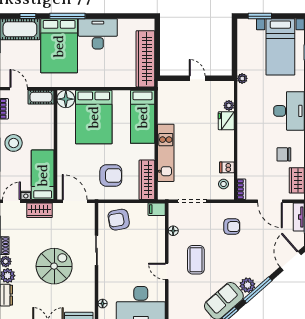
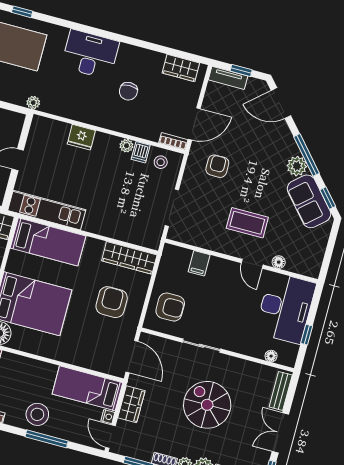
plant: (229, 105) -> (126, 146), moved
kitchen unit: (166, 153) -> (47, 210), moved
chair: (284, 154) -> (128, 91), moved
door: (75, 201) -> (132, 357), swing flipped
door: (270, 201) -> (194, 124), moved
filing cabinet: (157, 209) -> (199, 263), moved
armchair: (119, 220) -> (170, 307), turned -80
floor lamp: (173, 231) -> (279, 262), moved
door: (167, 271) -> (252, 264), hinge flipped

